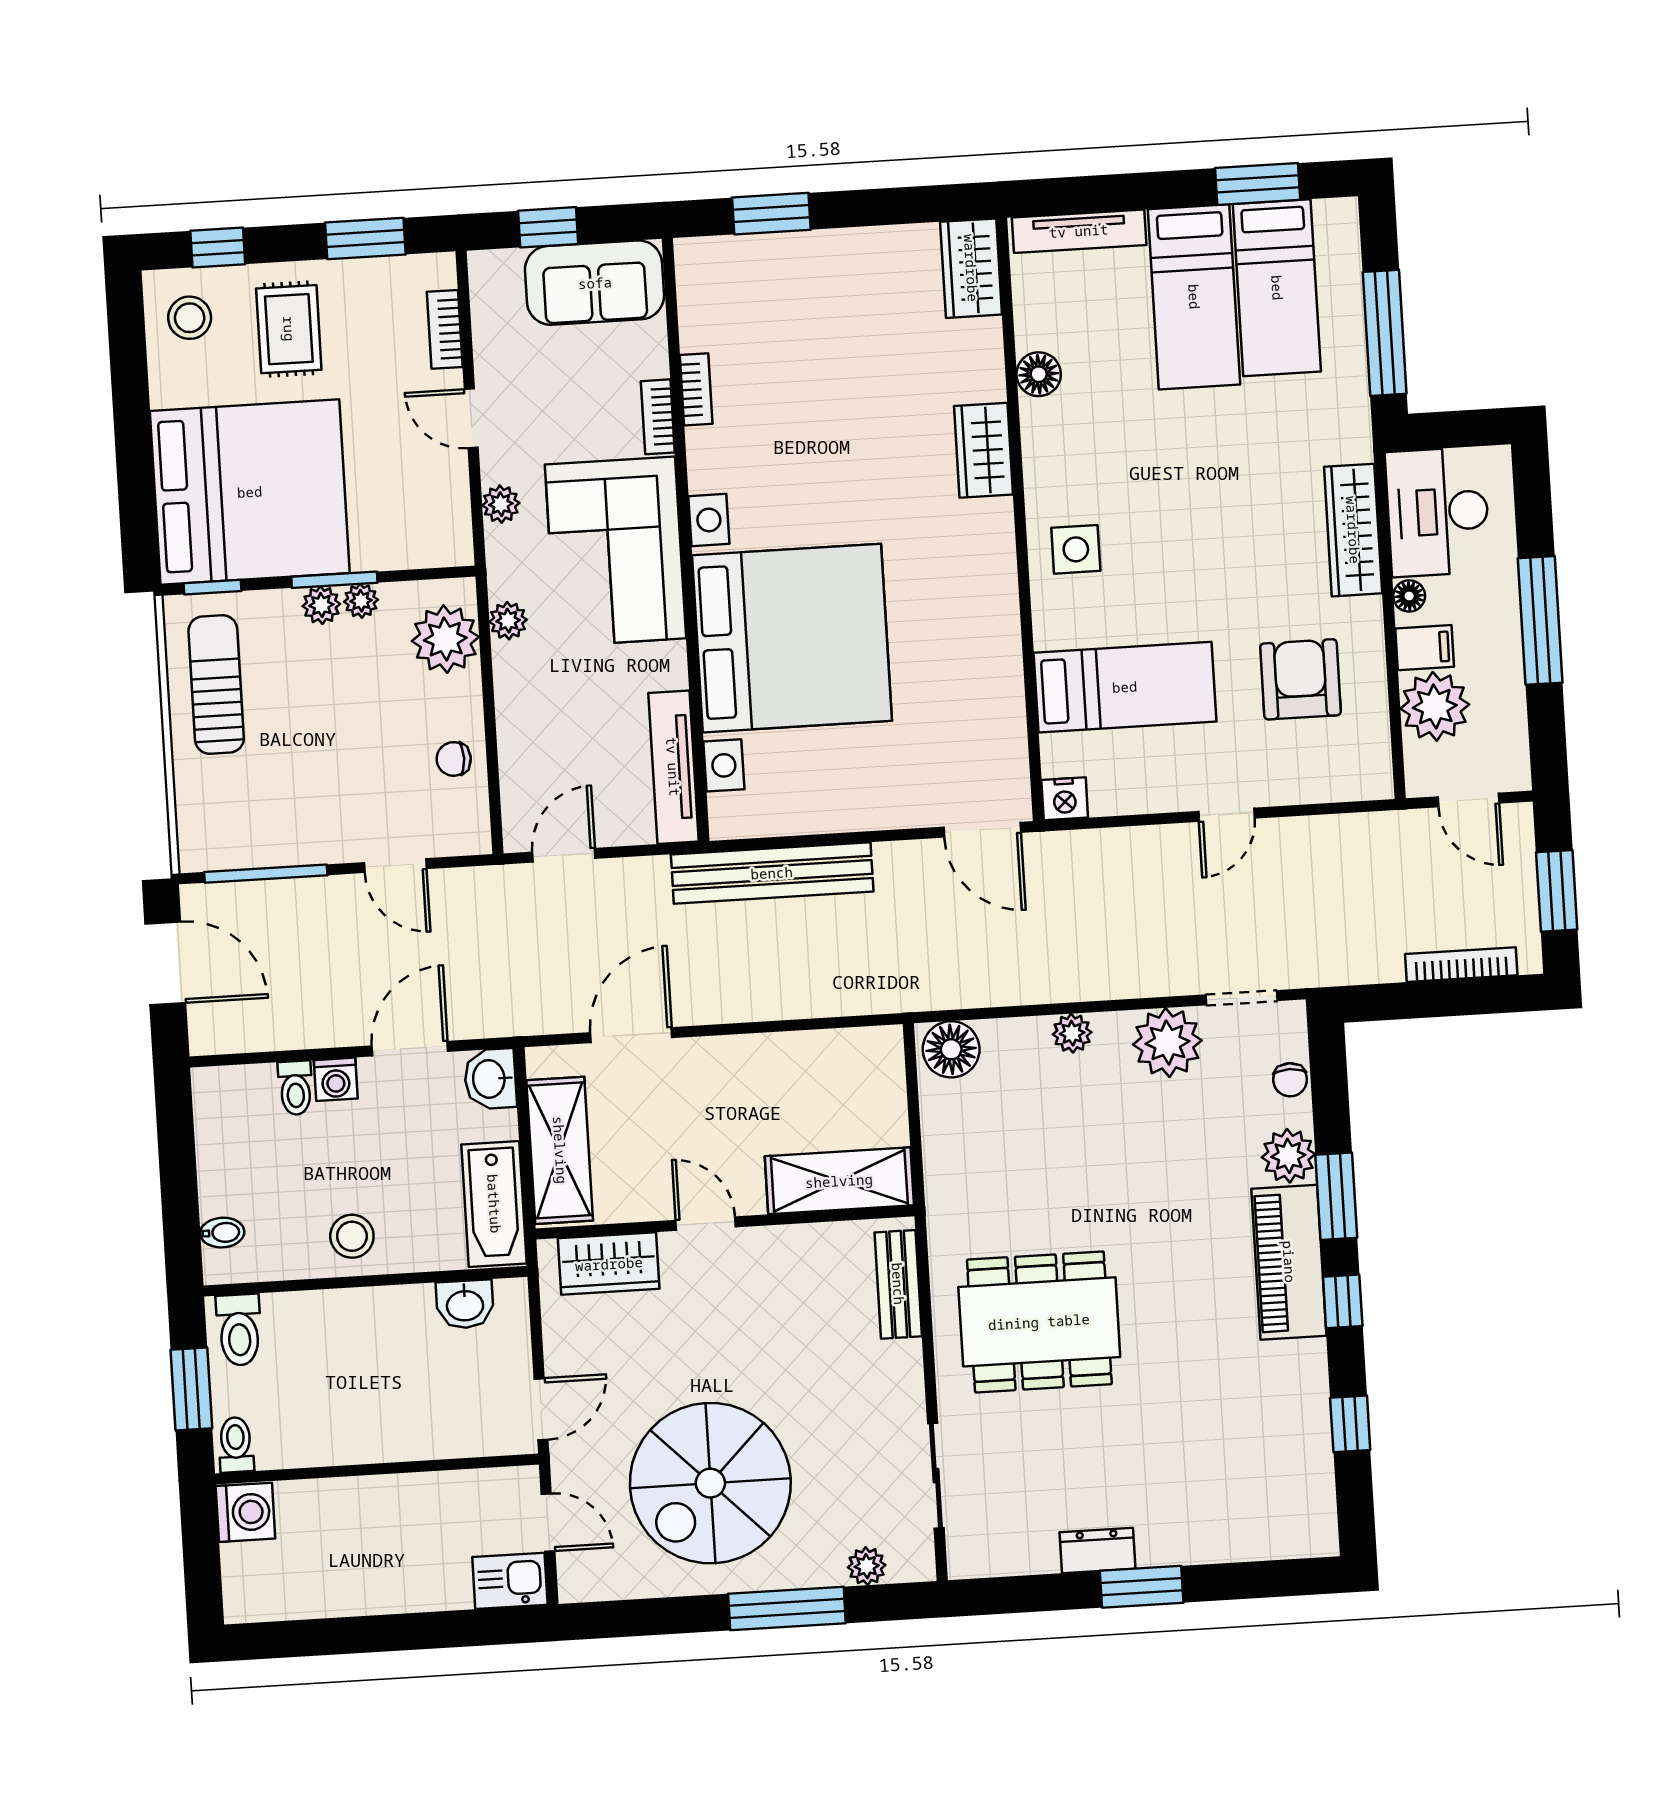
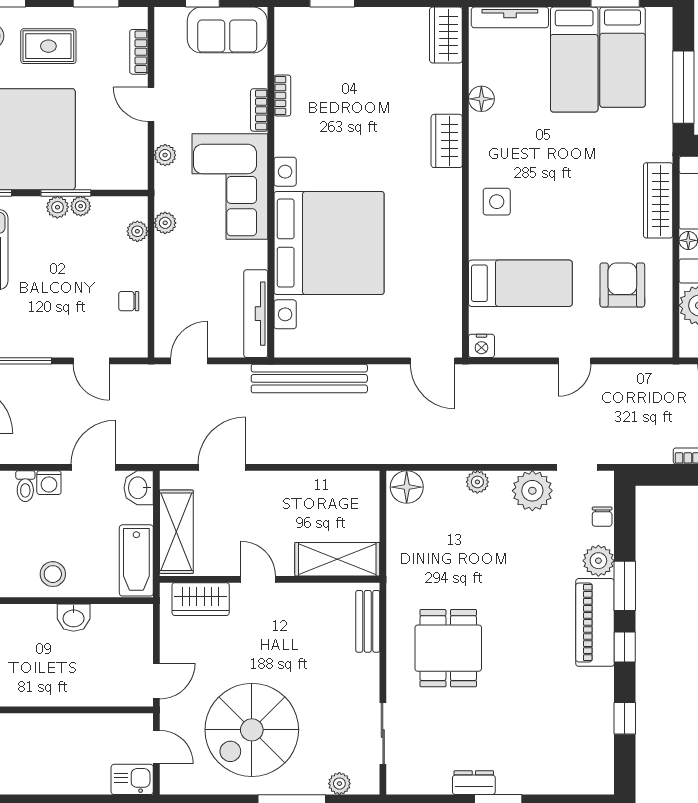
rug: (289, 329) -> (48, 46), turned 90
plant: (445, 639) -> (137, 231), width x0.53, depth x0.53
washbasin: (465, 1304) -> (74, 618), moved
dining table: (1039, 1322) -> (448, 648), width x0.73

